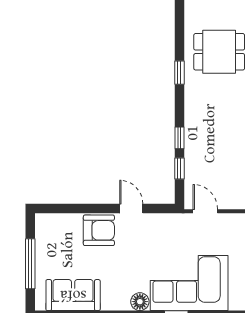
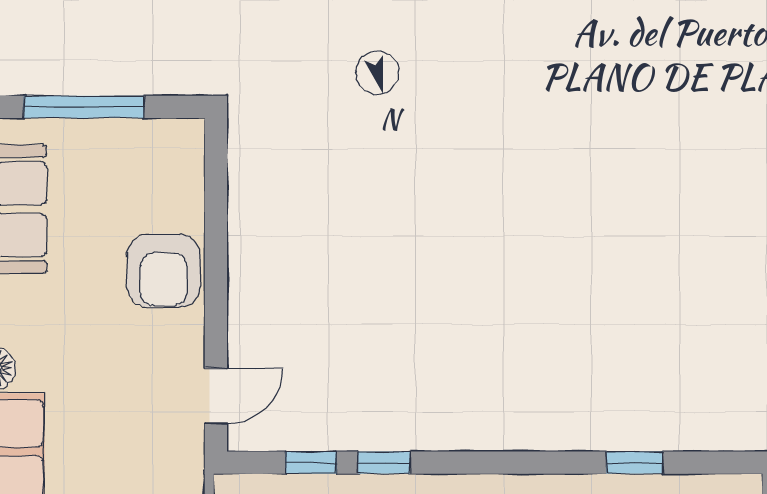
window: (179, 73) -> (635, 463), moved
door: (131, 208) -> (216, 396), moved

